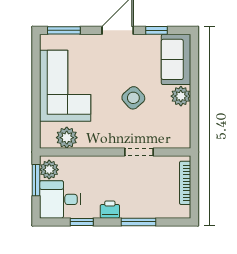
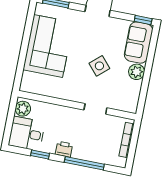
window: (157, 30) -> (143, 20), moved
plant: (67, 138) -> (41, 87), removed
window: (36, 180) -> (11, 115), removed
window: (138, 222) -> (84, 163), width x1.44

